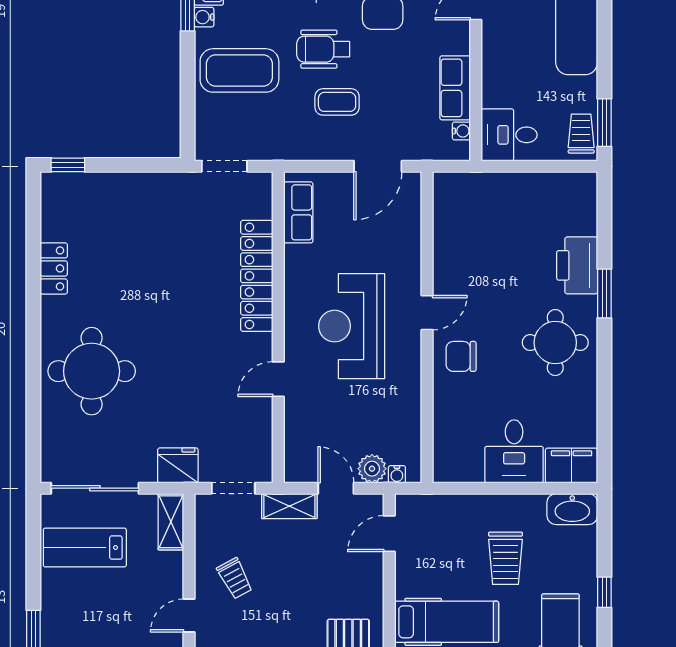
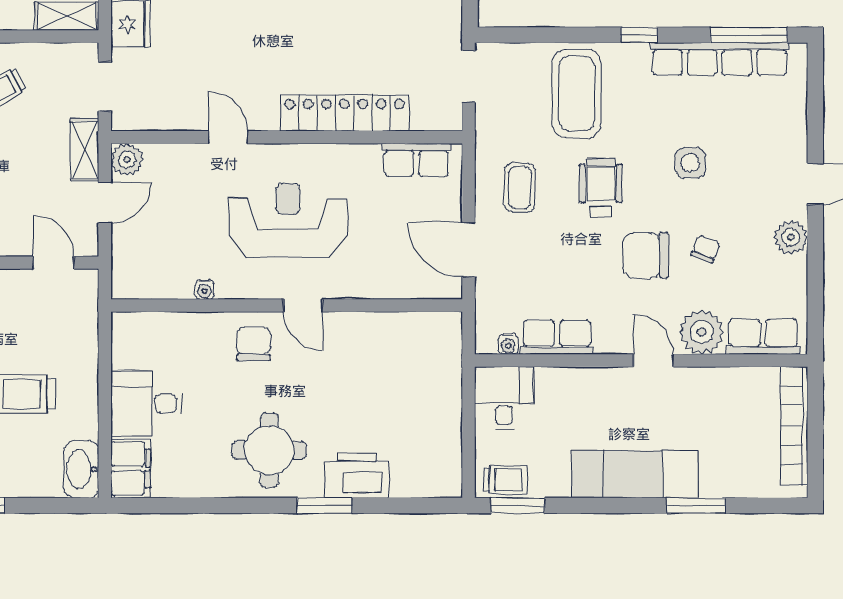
water cooler: (204, 17) -> (637, 54), removed
coffee table: (337, 102) -> (520, 188), moved
plant: (372, 469) -> (127, 159), moved
water cooler: (397, 474) -> (204, 290), moved, turned -90

